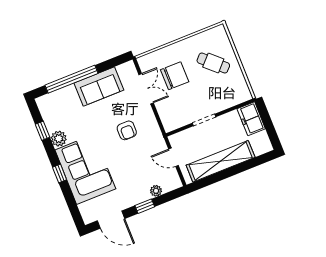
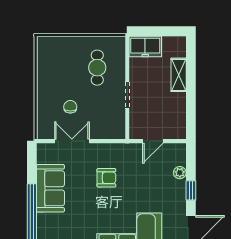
cafe table: (213, 63) -> (97, 68), moved, turned -43
chair: (175, 76) -> (70, 107), width x0.54, depth x0.54
shelving: (221, 161) -> (179, 75), width x0.45, depth x0.75

